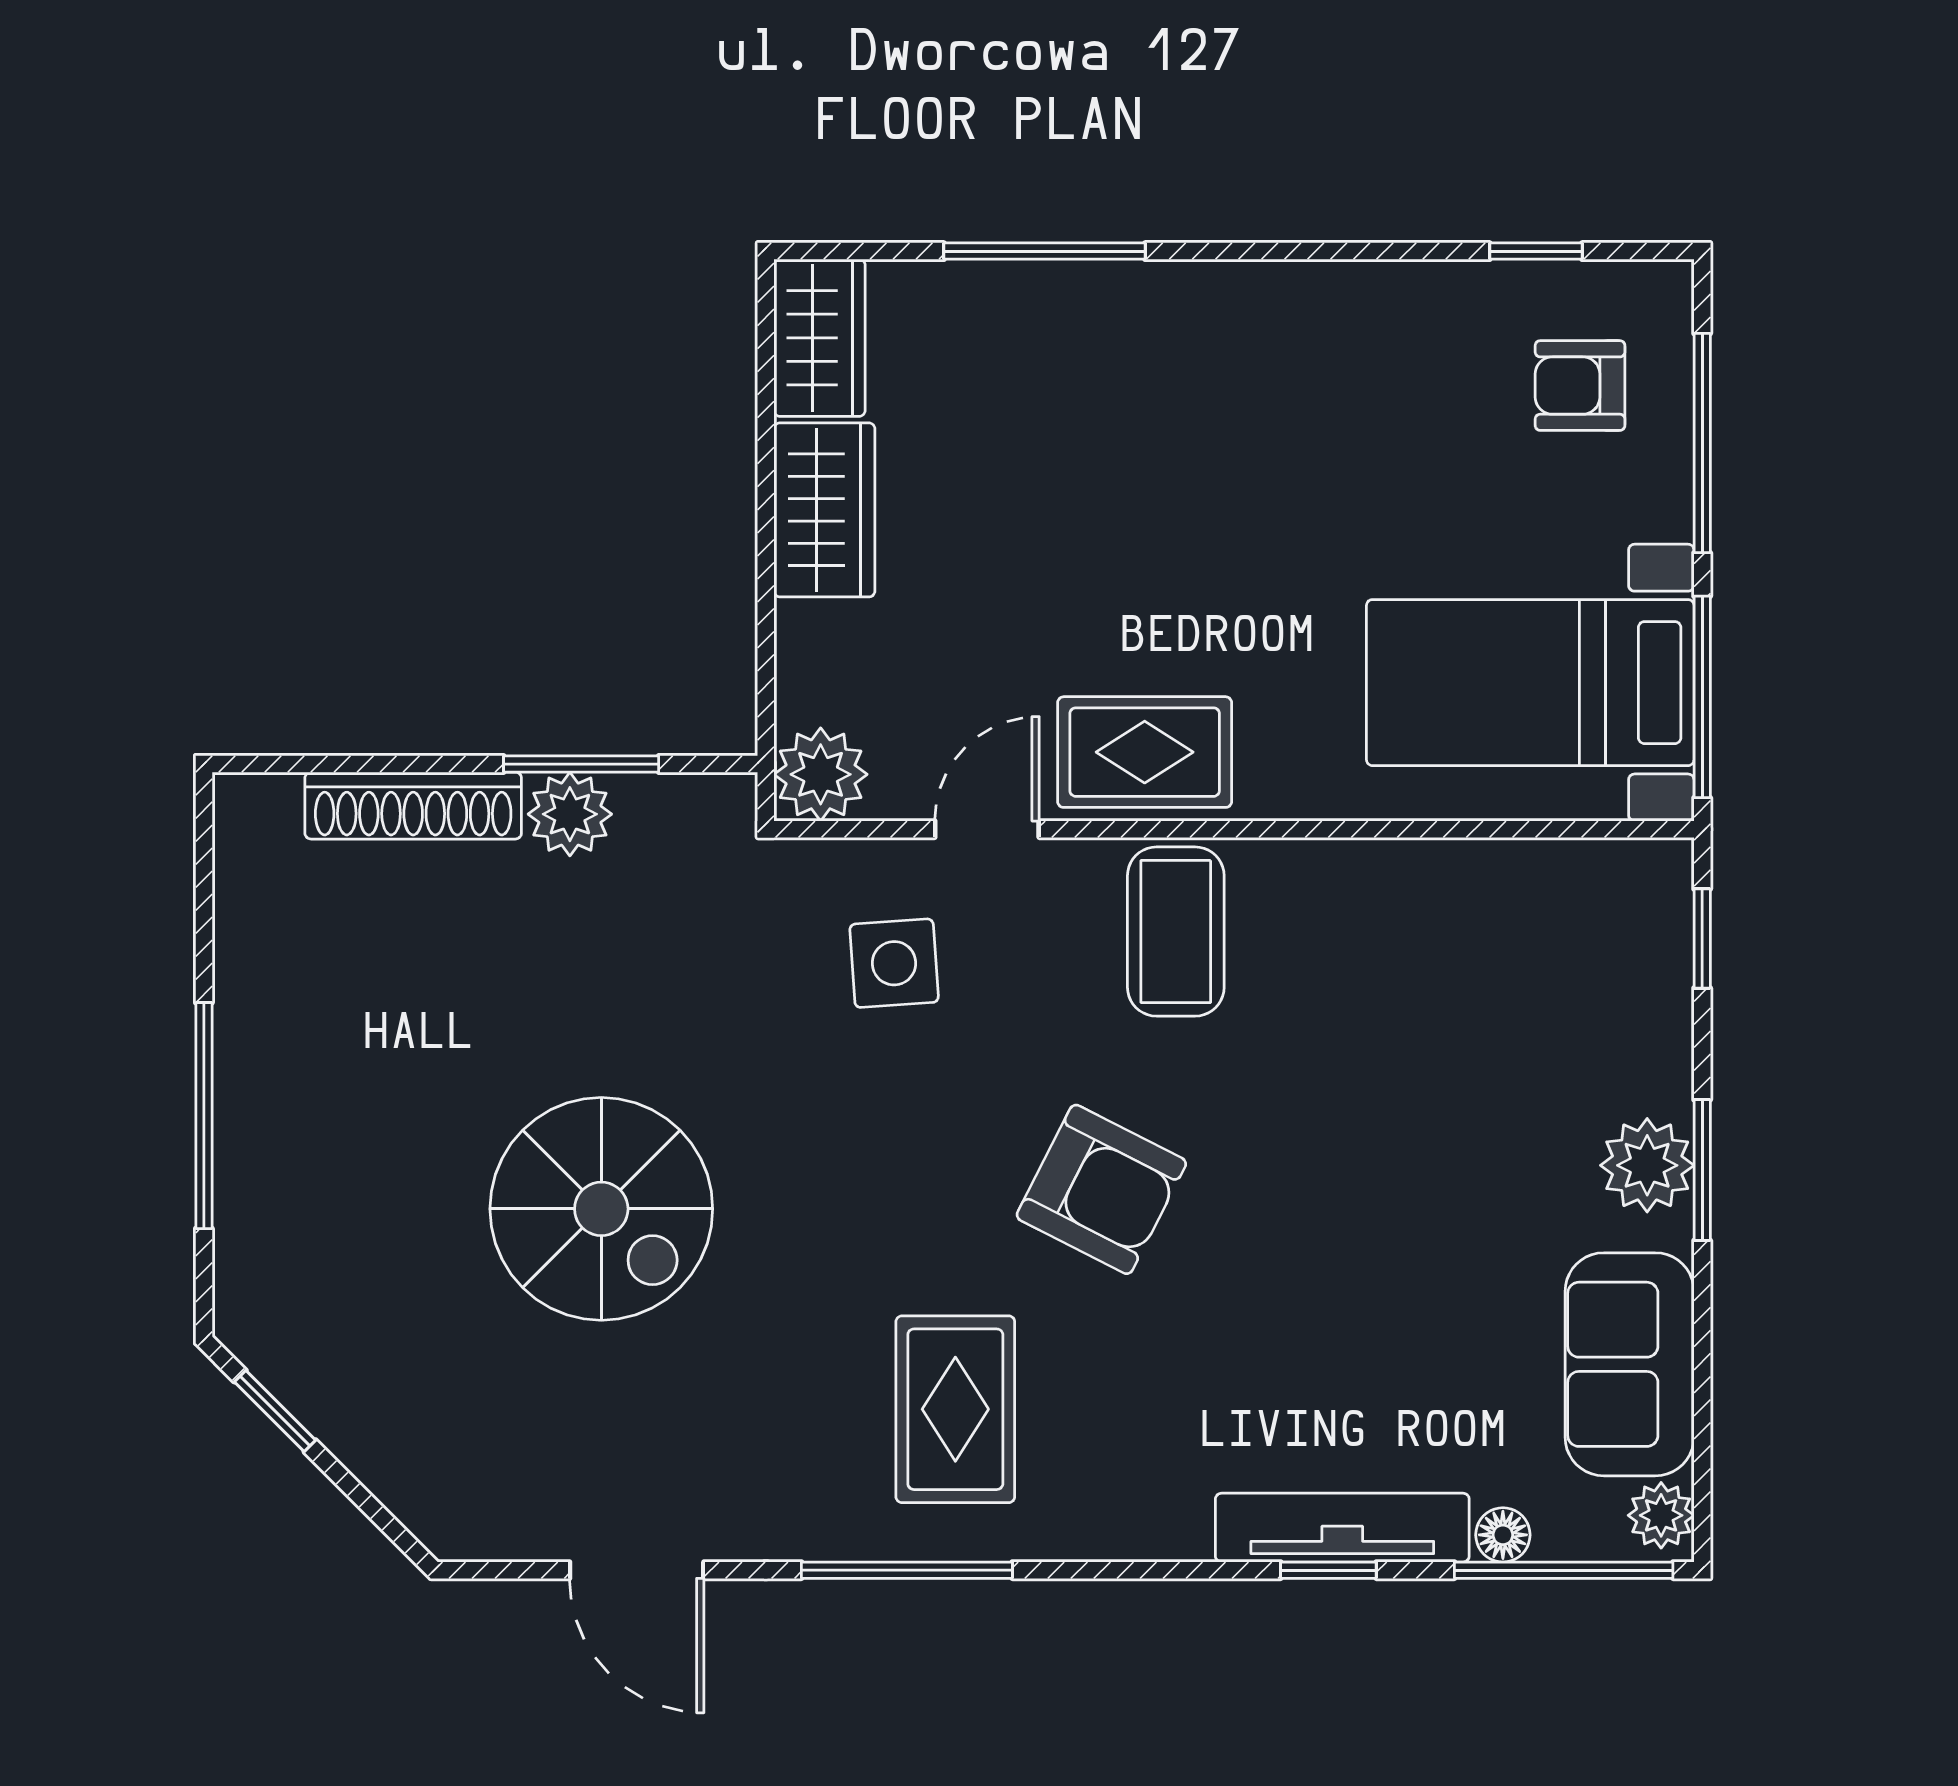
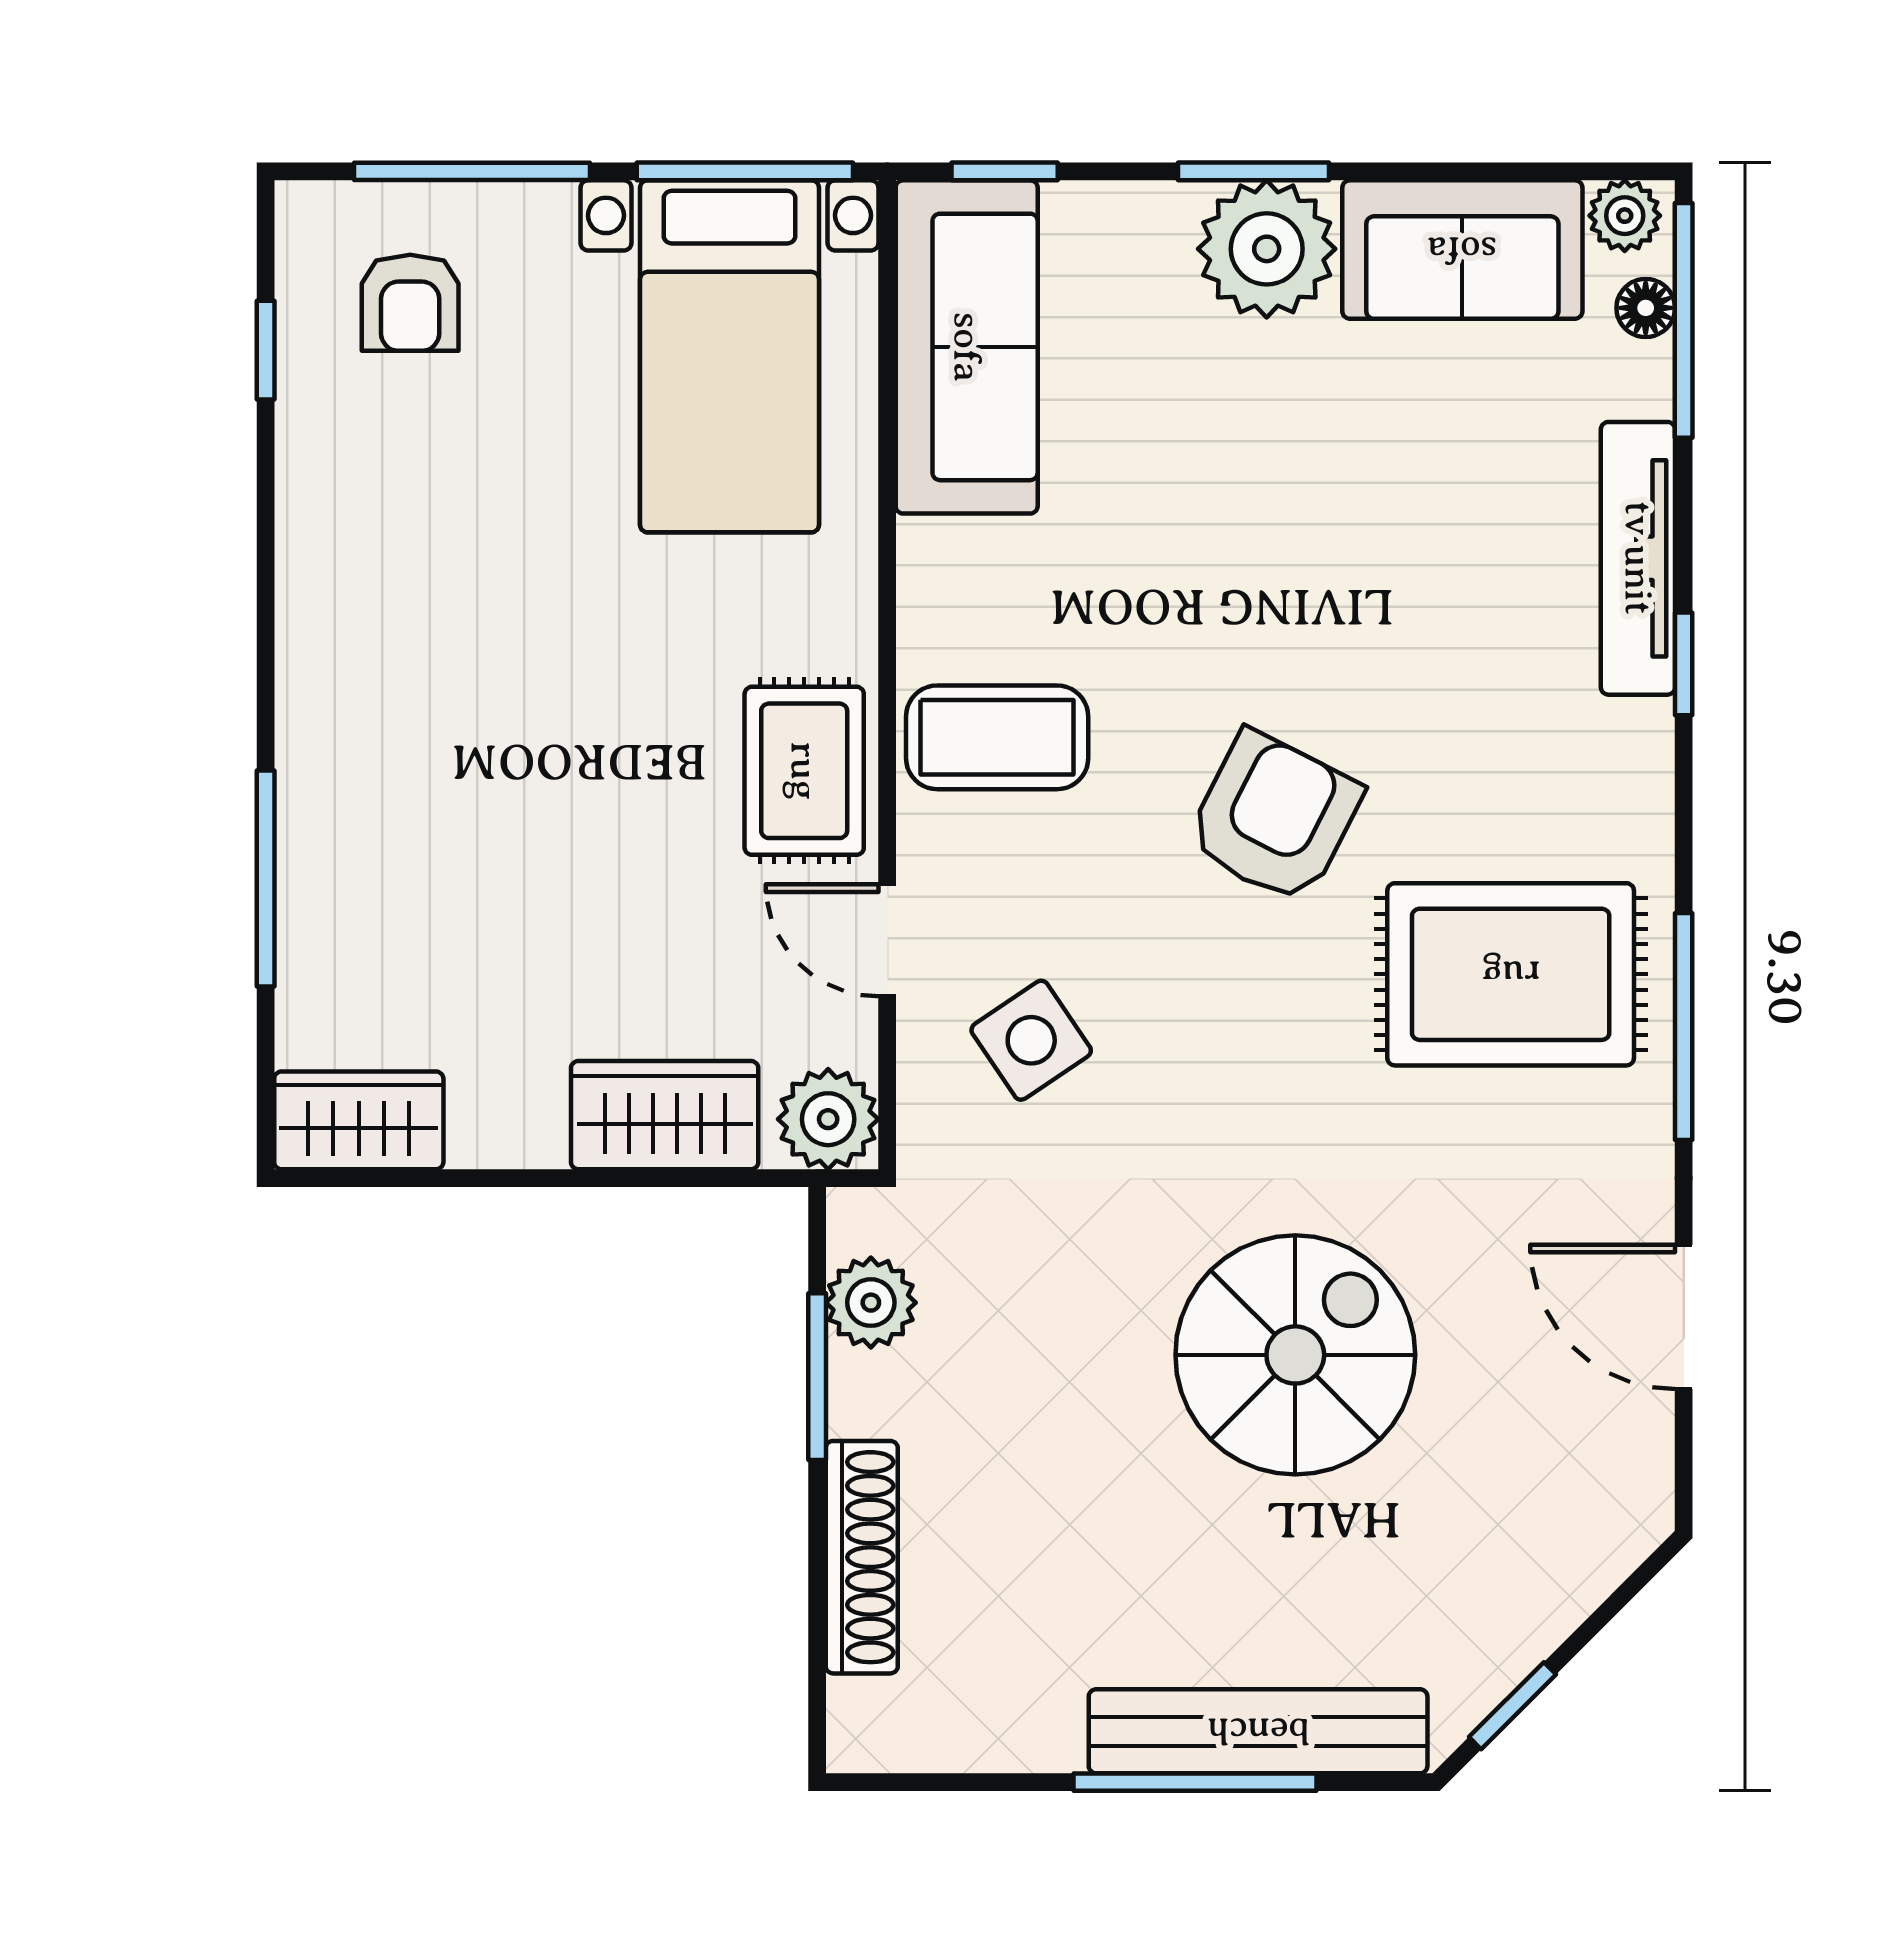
wardrobe: (824, 510) -> (665, 1115), moved
plant: (570, 814) -> (871, 1303), moved
sofa: (1539, 903) -> (967, 347), added
side table: (894, 963) -> (1031, 1040), turned -30
plant: (1647, 1165) -> (1267, 249), width x1.36, depth x1.36
bench: (251, 1174) -> (1258, 1731), added
rug: (955, 1409) -> (1511, 974), width x1.36, depth x1.43
floor lamp: (1503, 1535) -> (1646, 308), moved
door: (637, 1570) -> (1684, 1317), swing flipped
window: (1328, 1570) -> (1684, 664), moved

